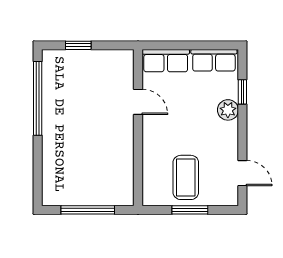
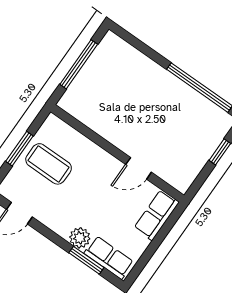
row of seats: (214, 60) -> (109, 258), moved, turned 90
window: (242, 92) -> (86, 260), width x1.50

